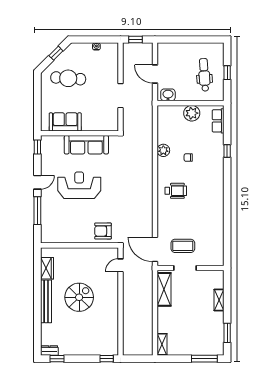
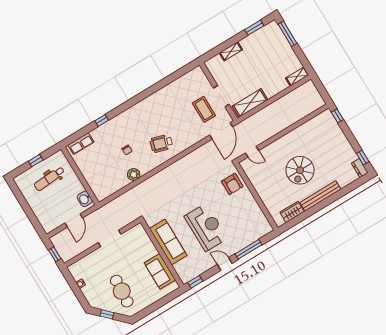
plant: (192, 113) -> (88, 170), removed
reception desk: (79, 185) -> (206, 227), turned 180
wheelchair: (176, 191) -> (161, 143), turned -73
spiral stairs: (79, 297) -> (300, 170), turned -90

